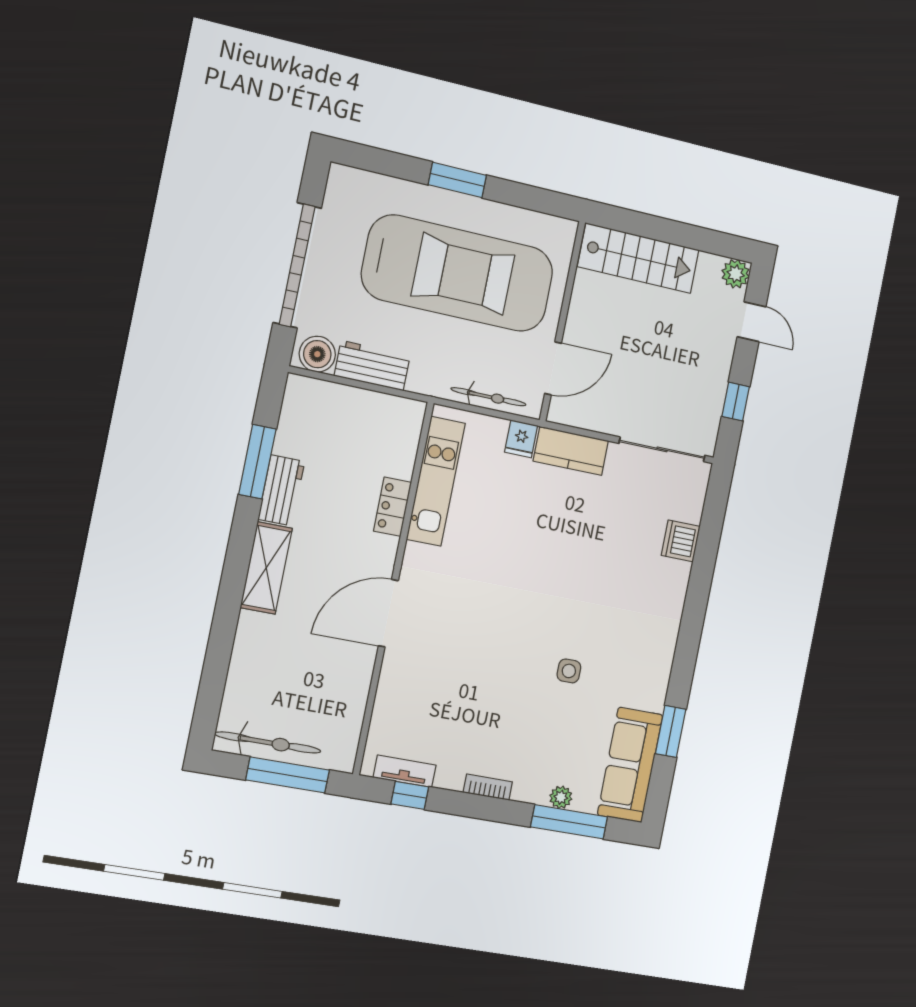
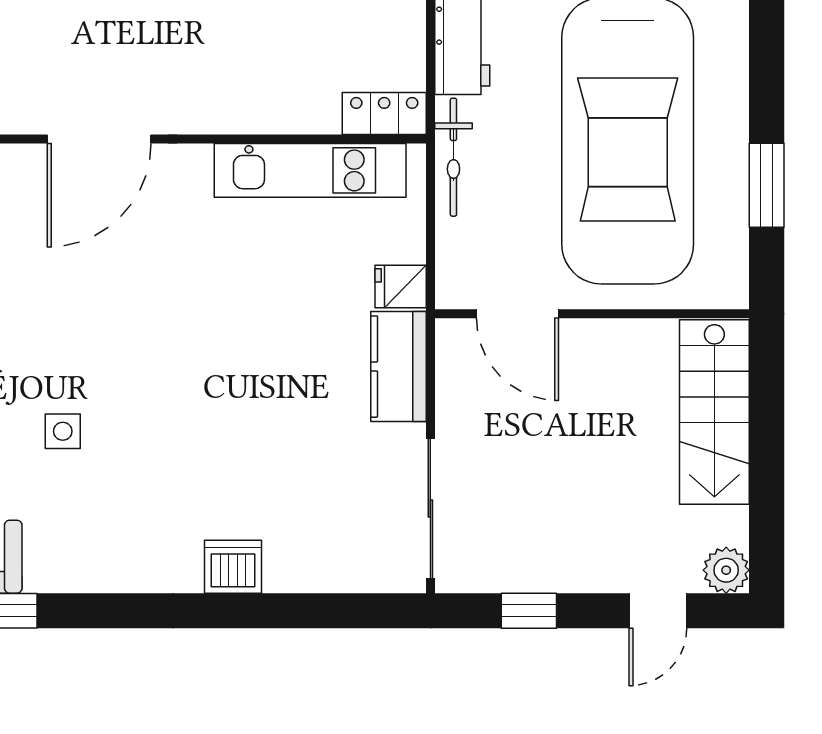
window: (457, 180) -> (767, 185), moved
bicycle: (489, 397) -> (453, 157), moved
locker: (393, 507) -> (384, 114), moved
dishwasher: (681, 541) -> (233, 567), moved
door: (388, 613) -> (99, 139), swing flipped

